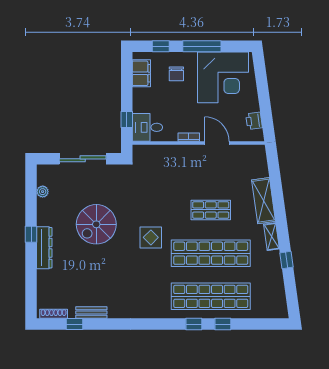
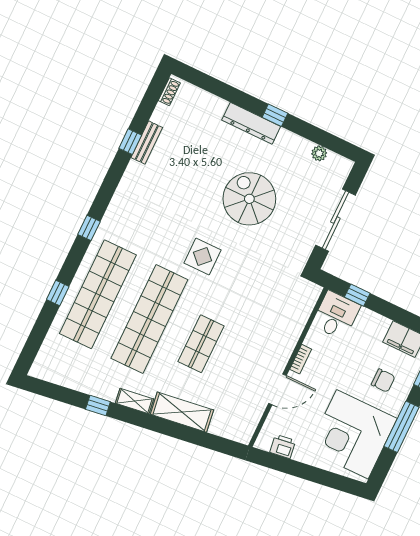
chair: (176, 74) -> (383, 381), turned 180
shoe rack: (54, 314) -> (169, 92), width x0.70
window: (74, 324) -> (130, 142), moved
window: (194, 324) -> (89, 228), moved

